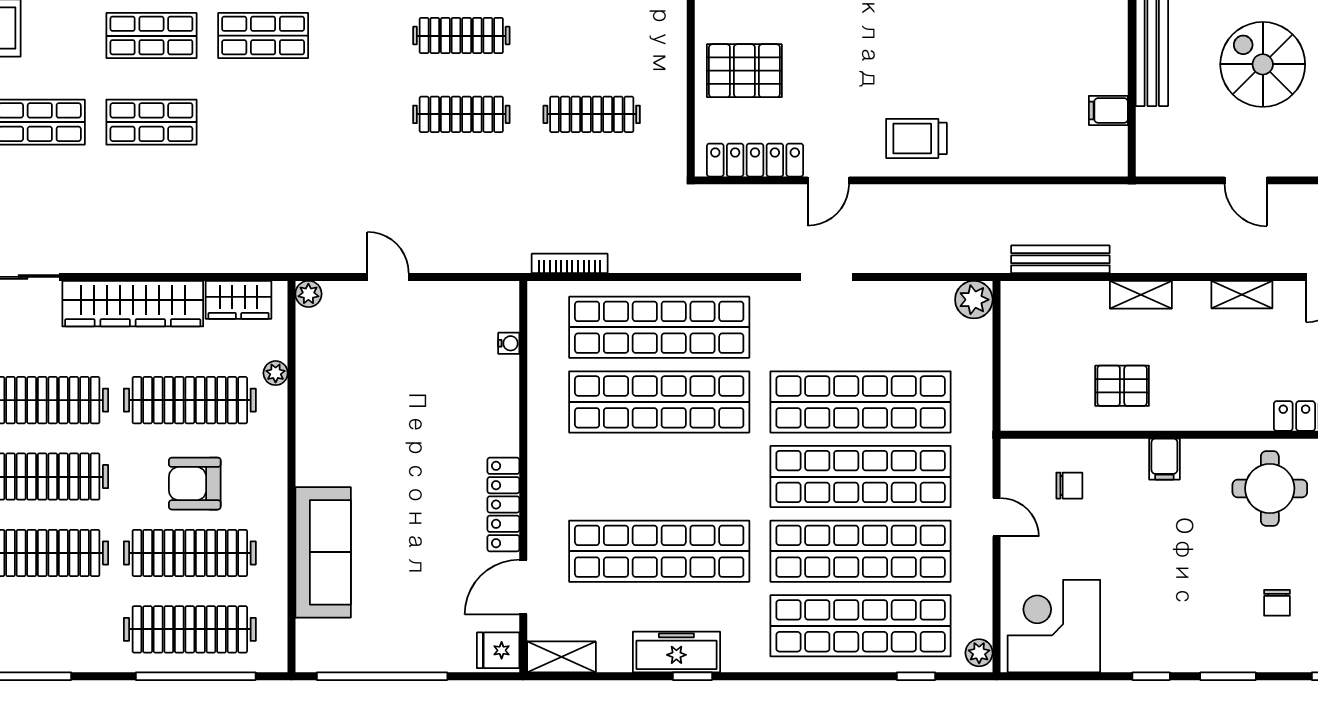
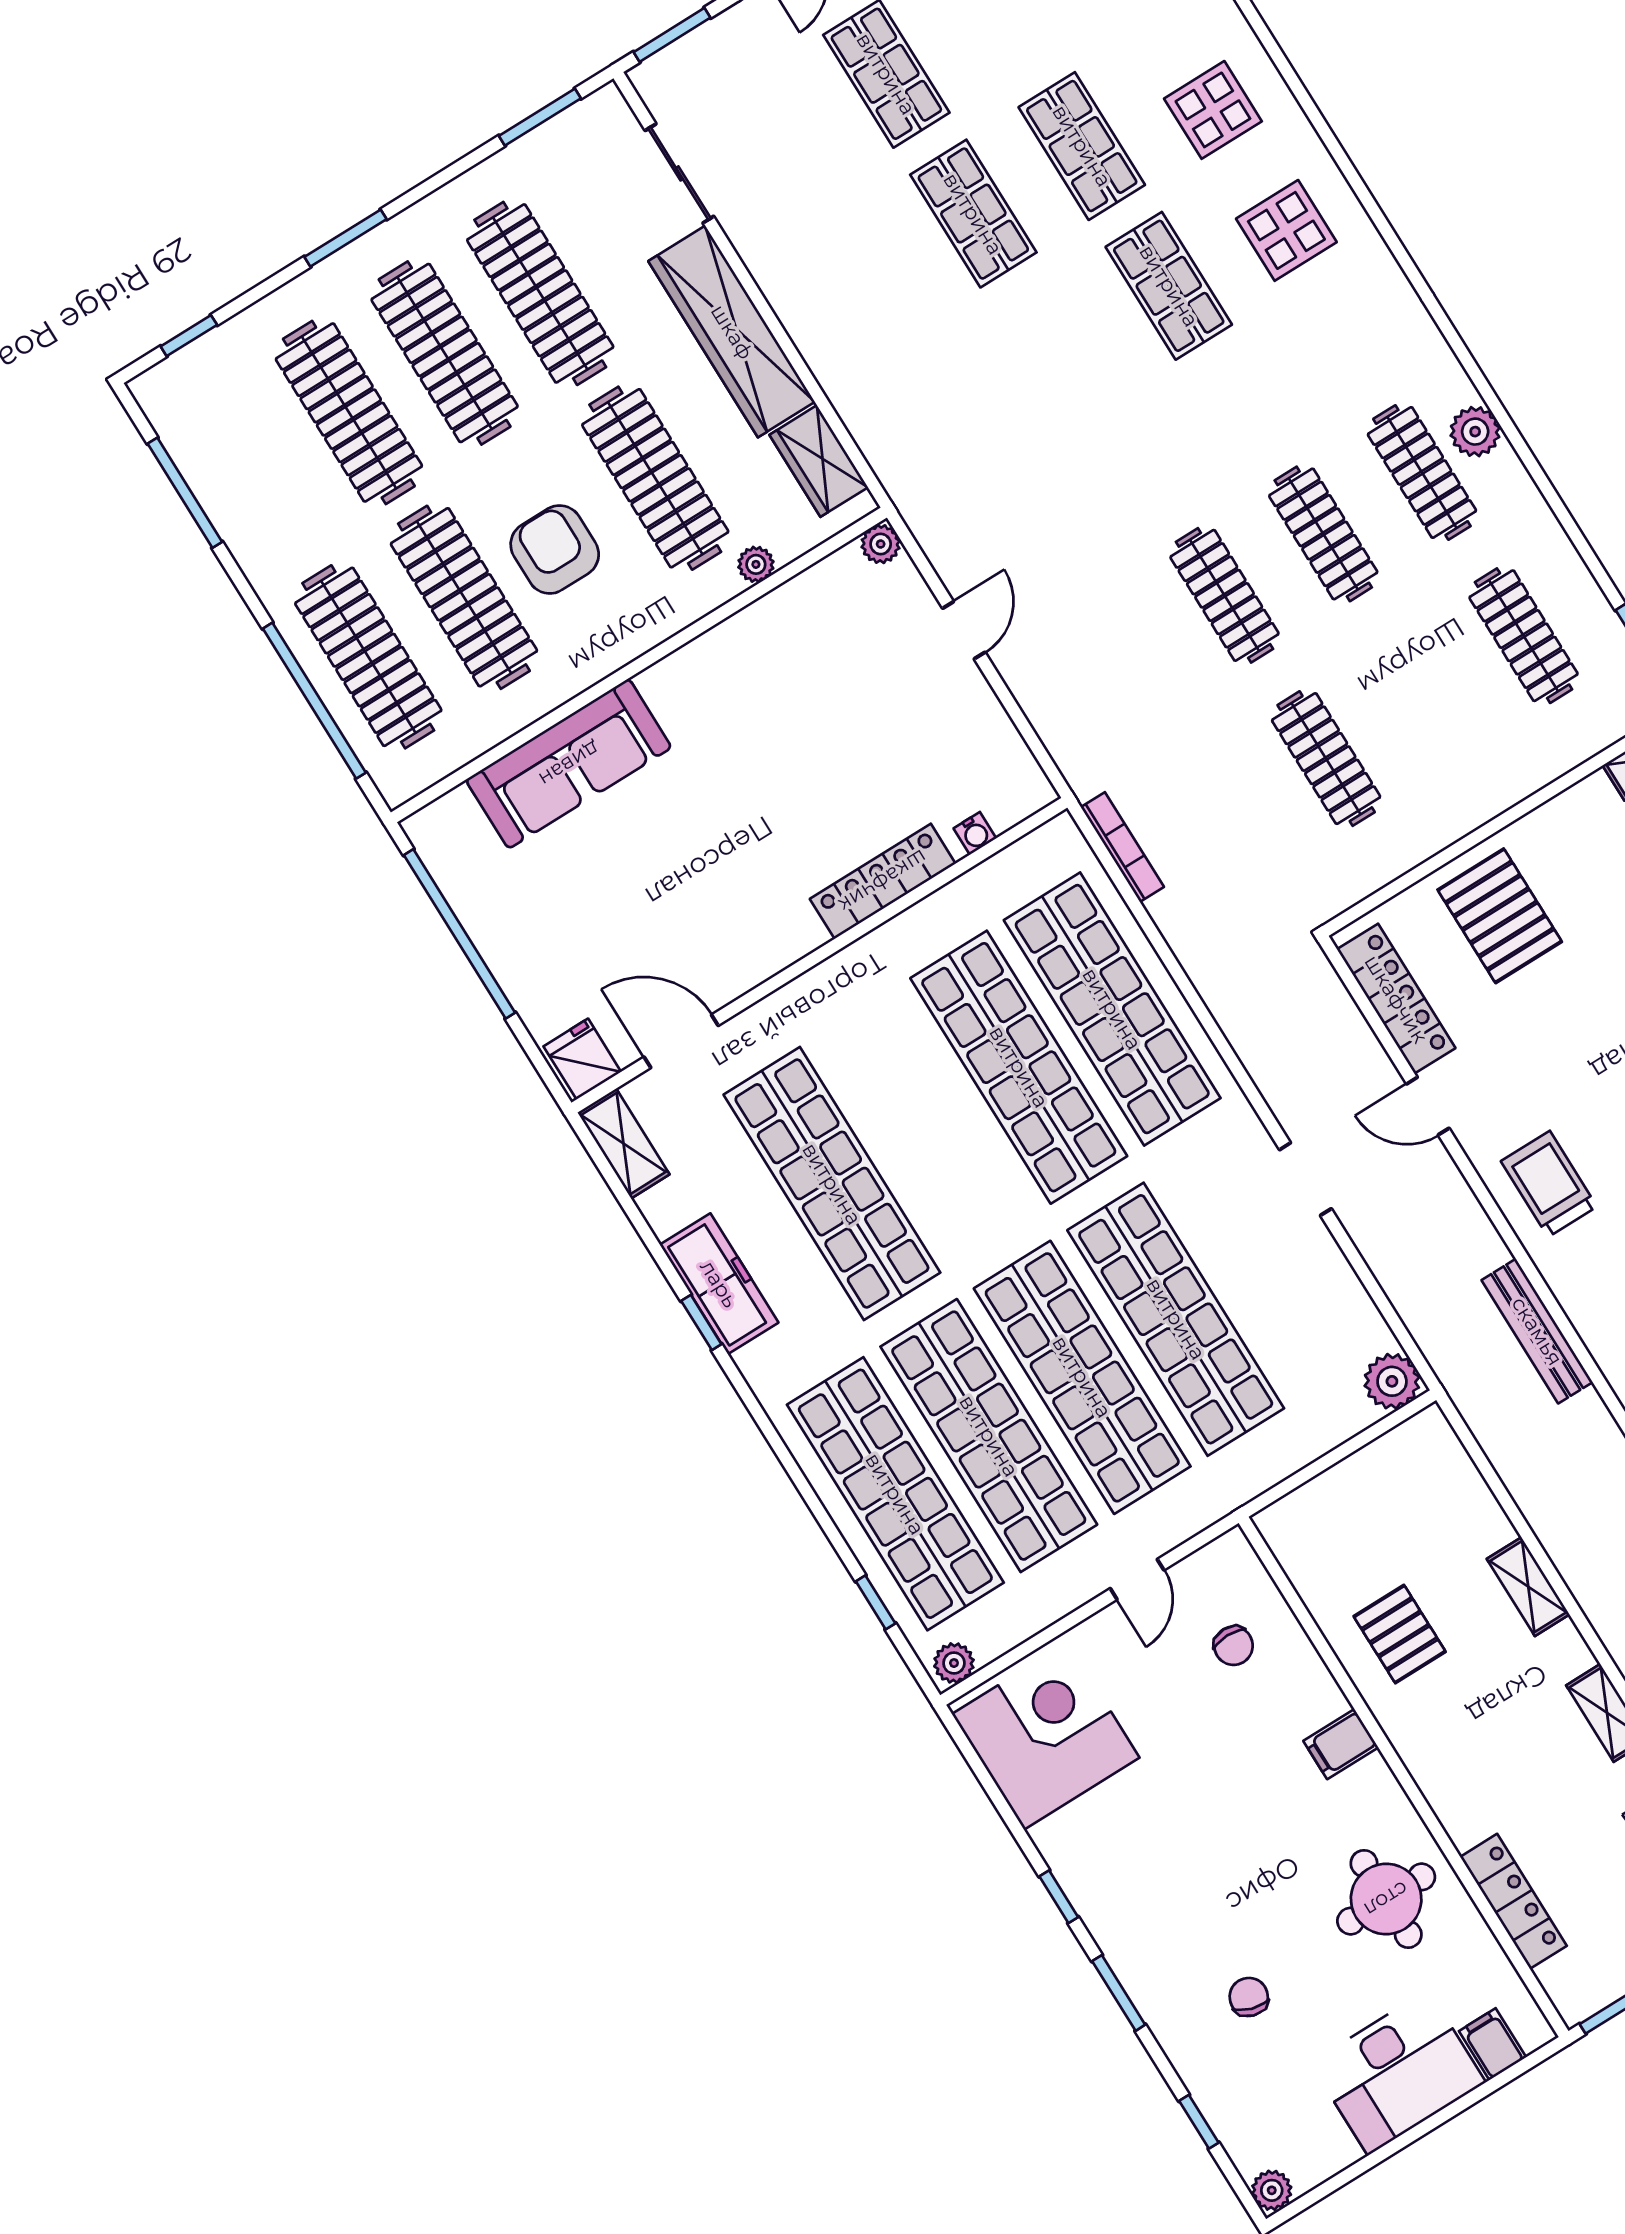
bench: (1060, 259) -> (1537, 1331), moved
locker: (503, 504) -> (883, 881), moved
chair: (1277, 603) -> (1249, 1997), turned 107

